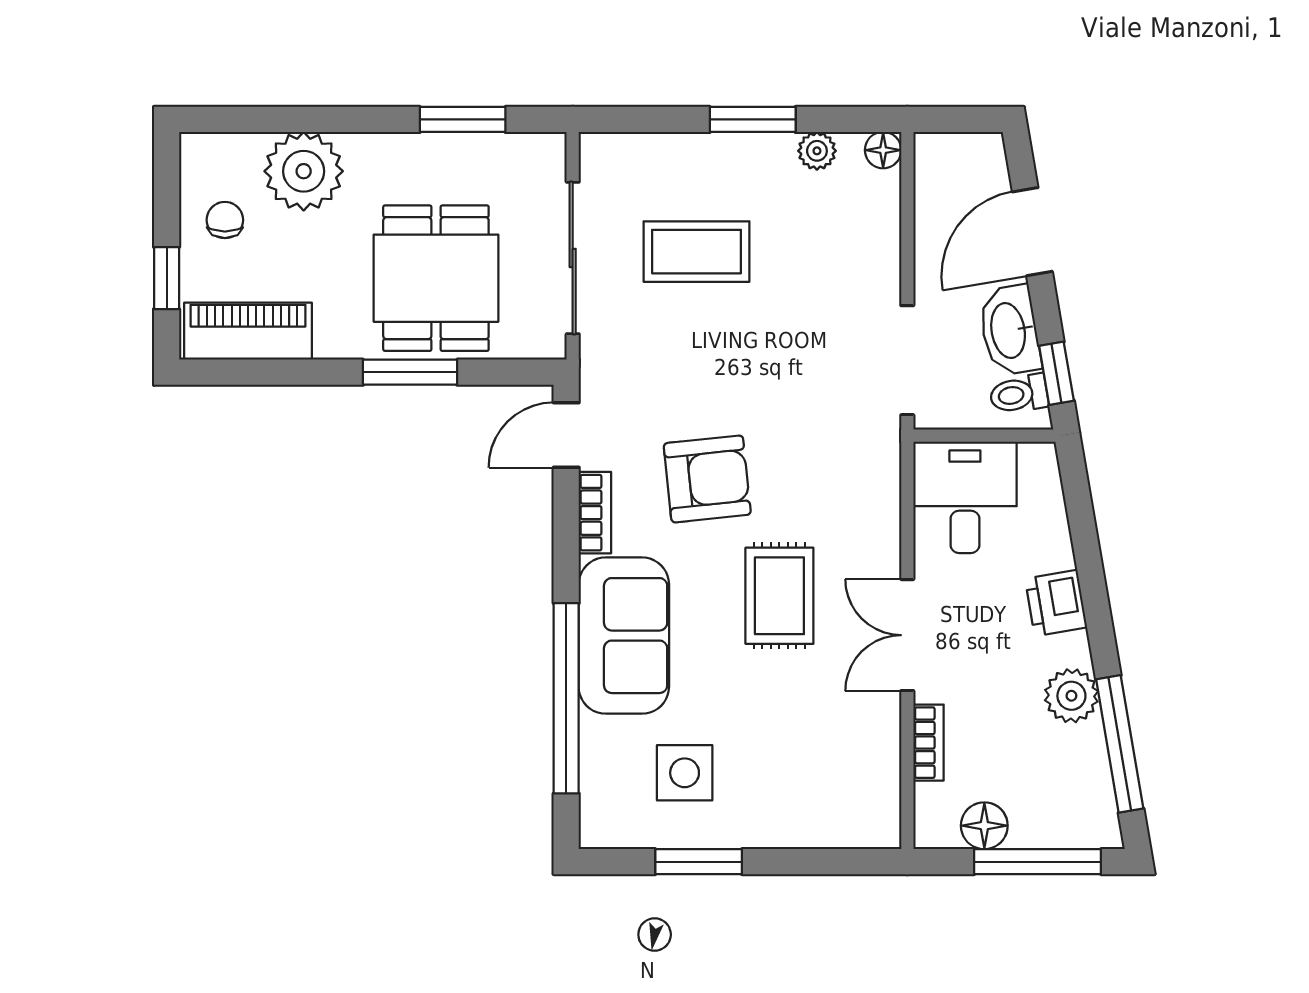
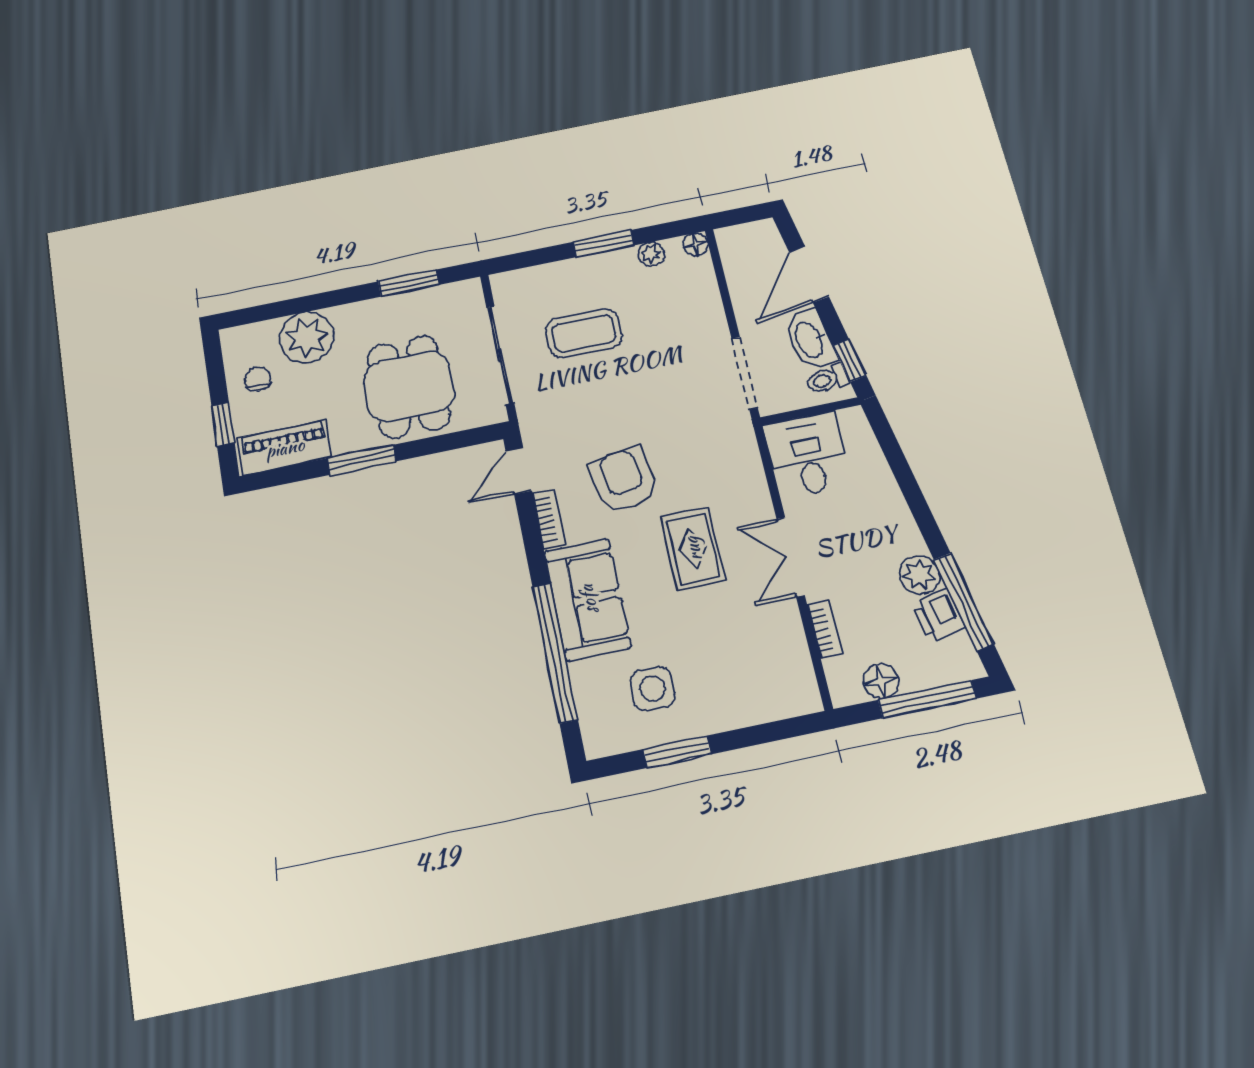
window: (410, 372) -> (362, 460), moved
armchair: (707, 479) -> (624, 480), turned -93
printer: (1056, 603) -> (938, 615), moved

